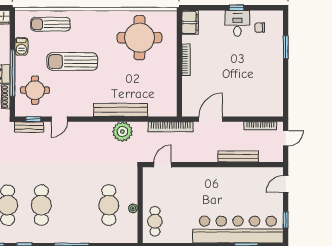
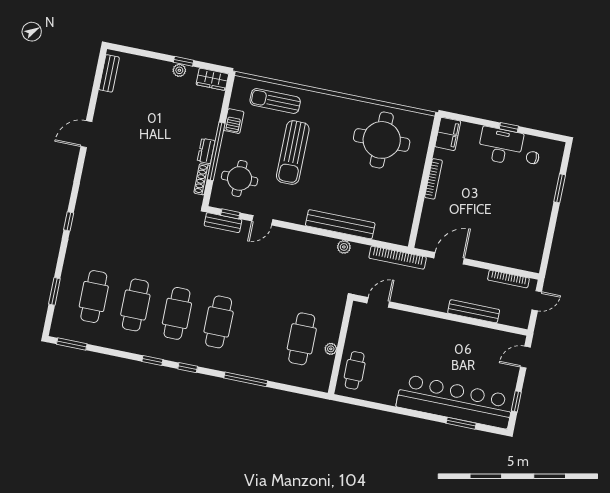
desk: (237, 23) -> (500, 146), width x1.37
sun lounger: (72, 62) -> (293, 153), turned -90
plant: (122, 132) -> (344, 247), width x0.53, depth x0.53

